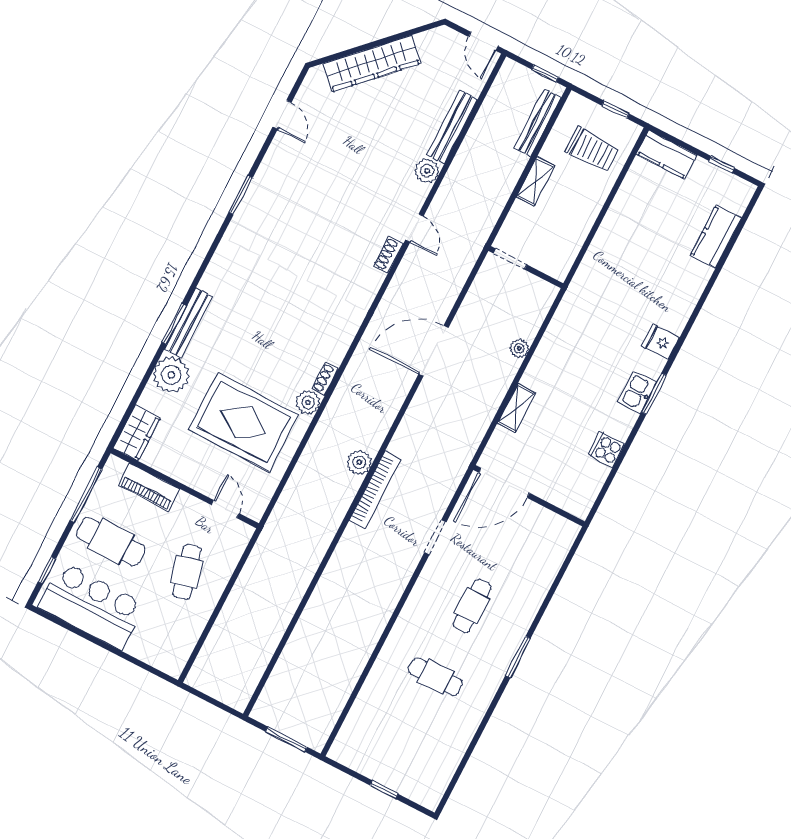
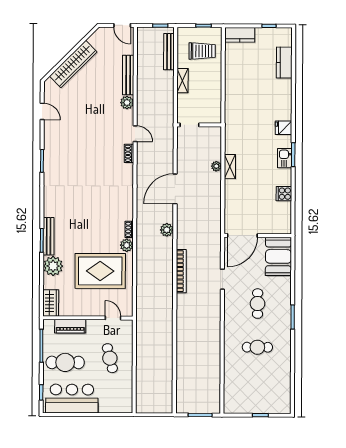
shelving: (516, 408) -> (230, 167), moved
plant: (359, 462) -> (167, 230), moved
booth: (545, 547) -> (278, 256), added

